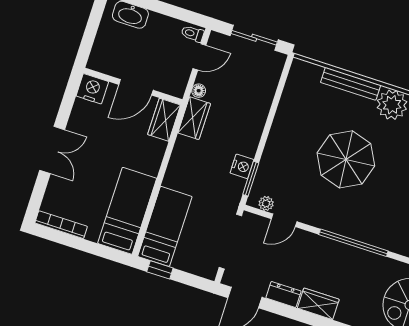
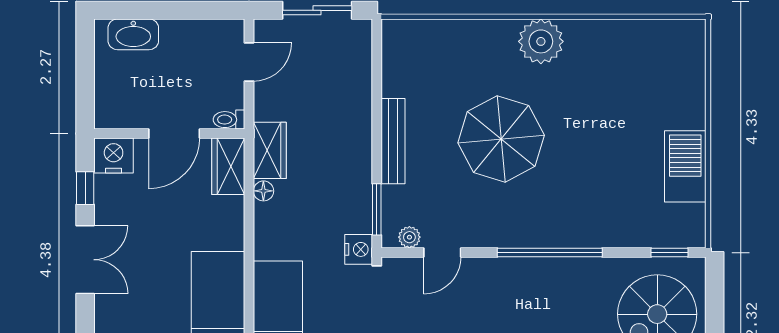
toilet: (193, 34) -> (229, 120), moved
bench: (351, 84) -> (393, 141), moved, turned 90
floor lamp: (199, 91) -> (263, 191), moved
window: (67, 104) -> (85, 188), added
nightstand: (242, 166) -> (359, 249), moved

